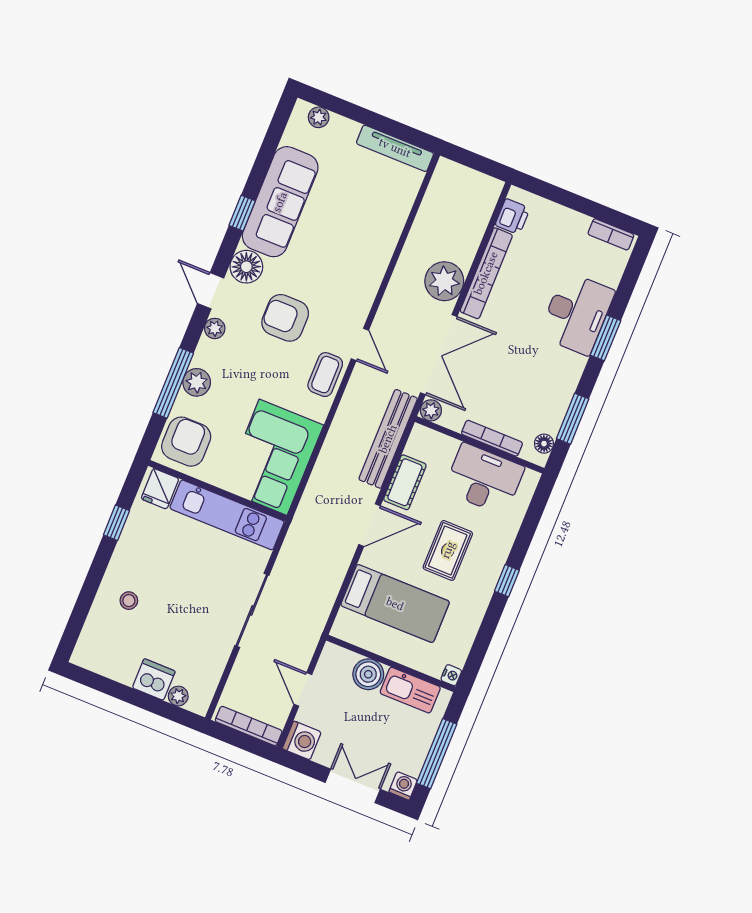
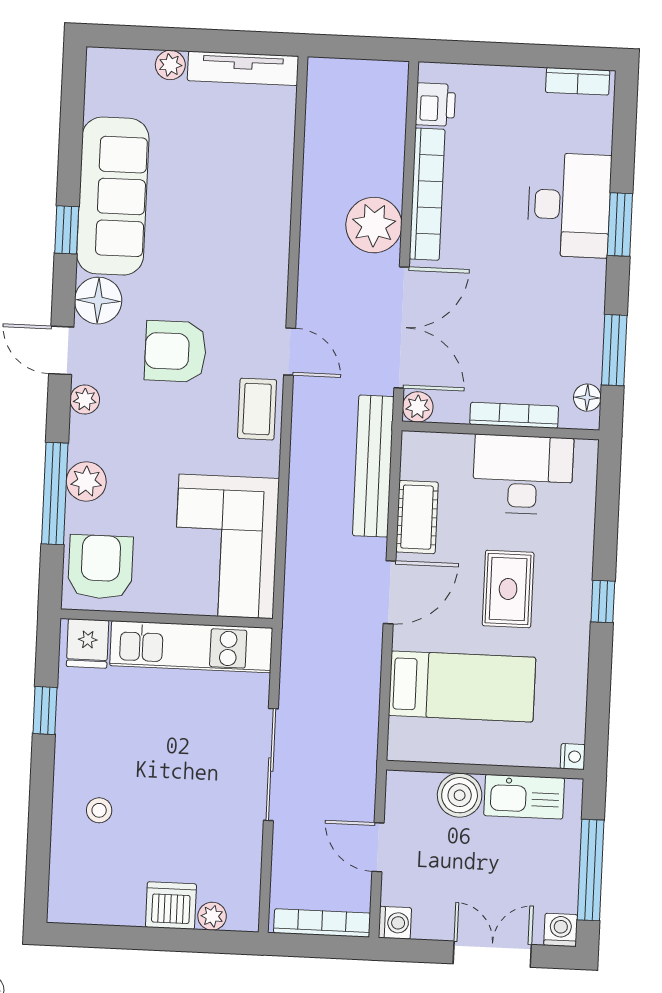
plant: (319, 117) -> (170, 65), moved
washing machine: (302, 740) -> (395, 923), width x0.73, depth x0.73

